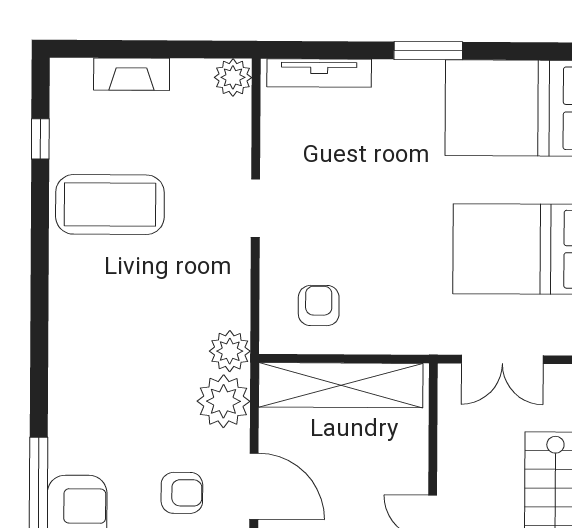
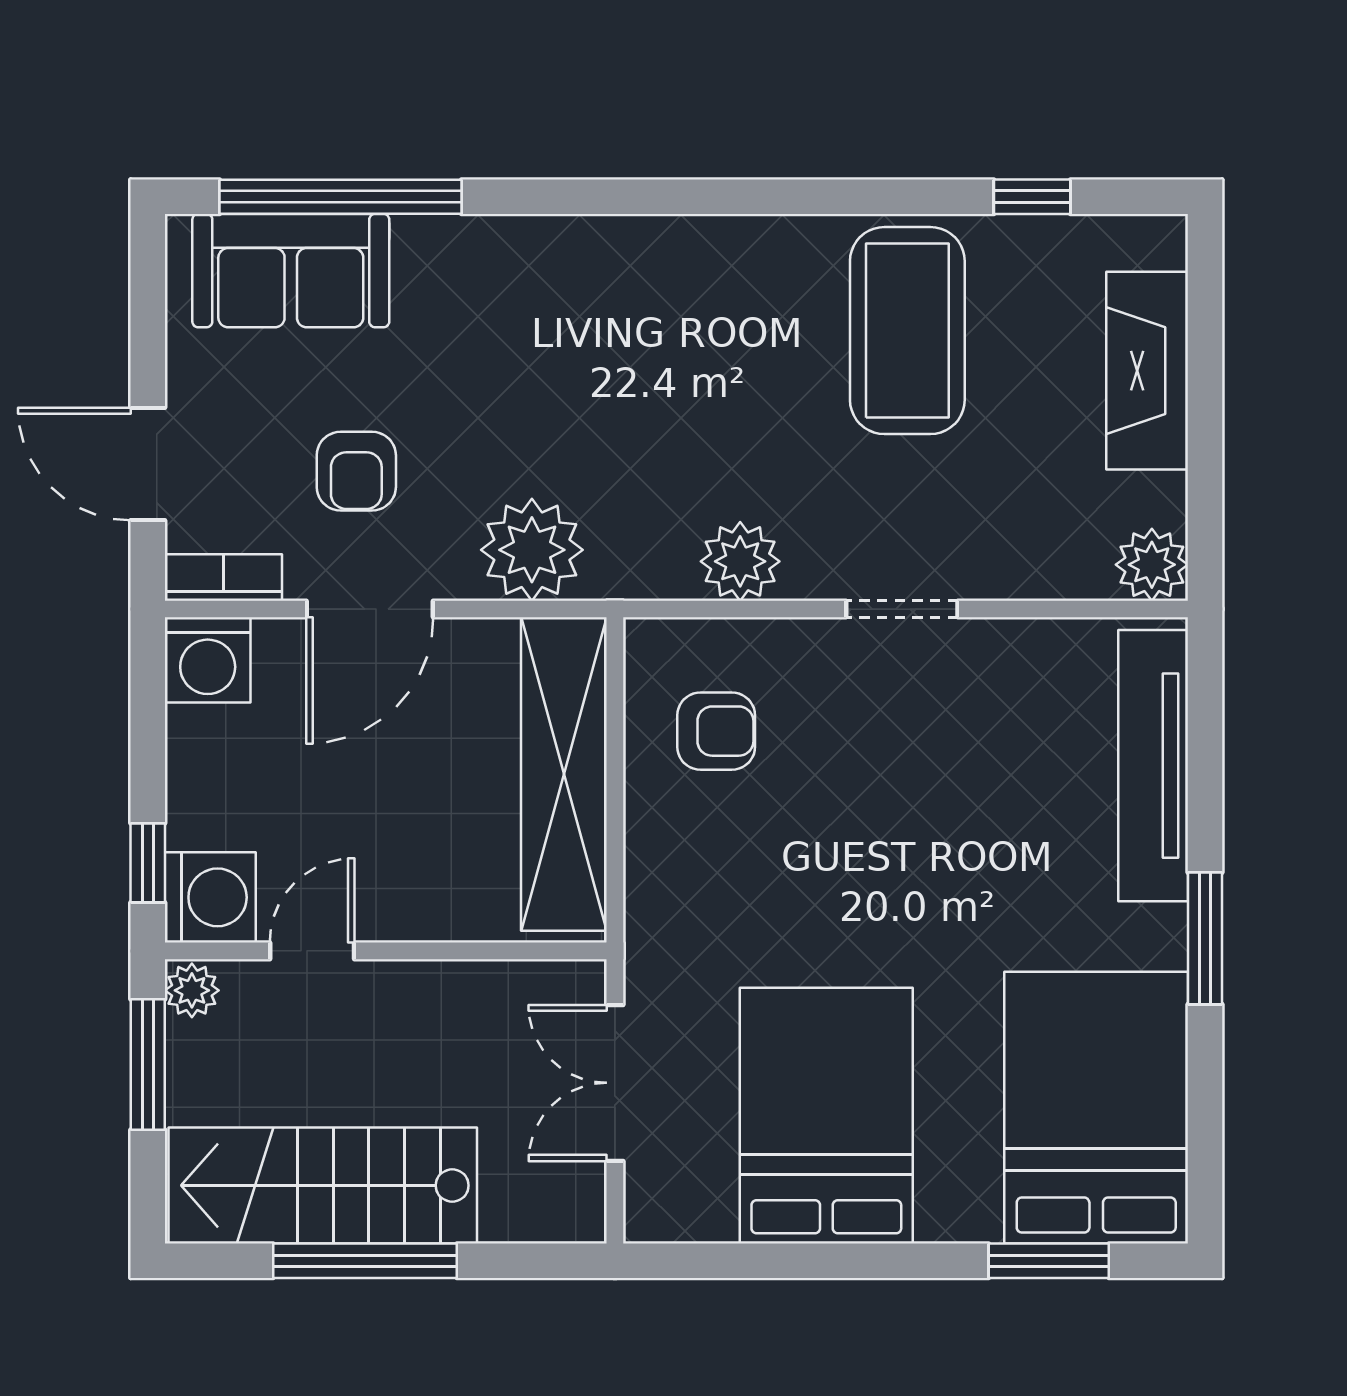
tv unit: (319, 73) -> (1153, 766), width x1.36, depth x1.29
fireplace: (132, 74) -> (1147, 371), width x1.37, depth x1.32
plant: (230, 351) -> (740, 561), moved

